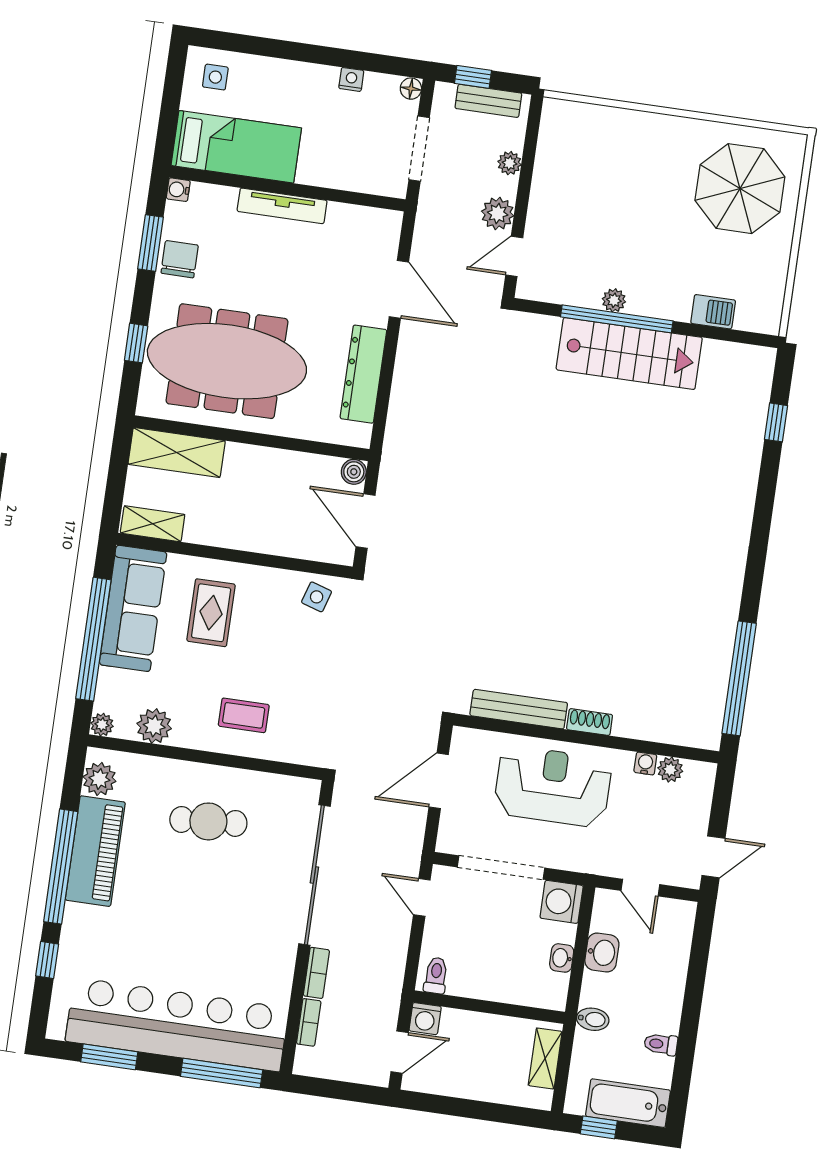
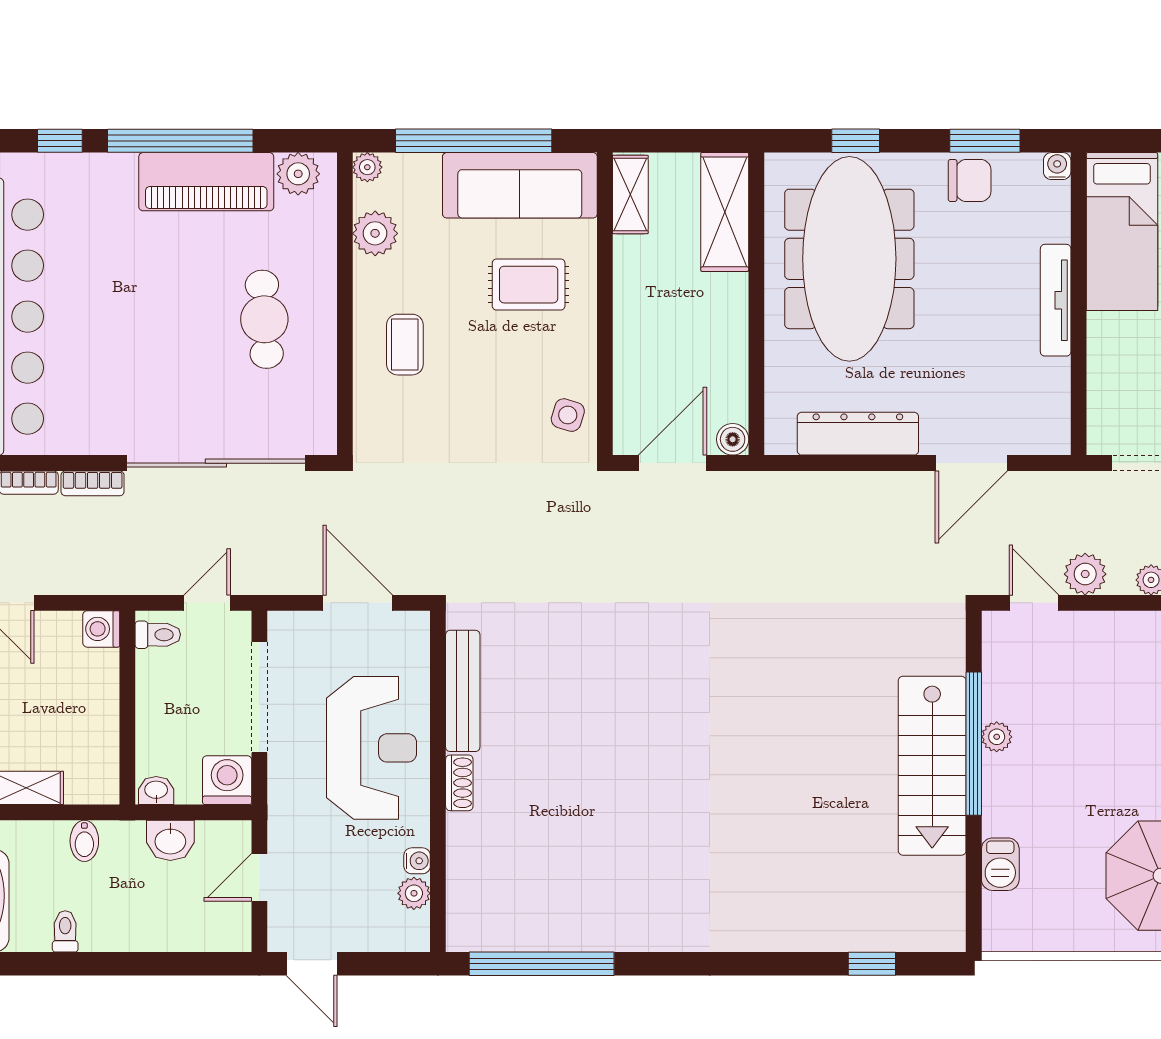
toilet: (436, 975) -> (158, 635), moved
wall: (489, 1007) -> (127, 708), moved
washing machine: (425, 1019) -> (101, 629), moved

